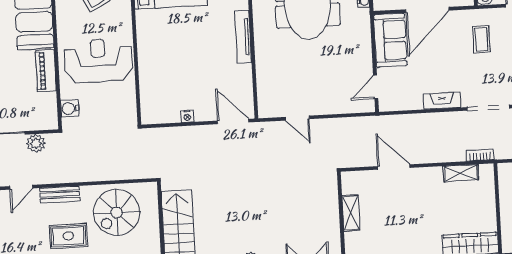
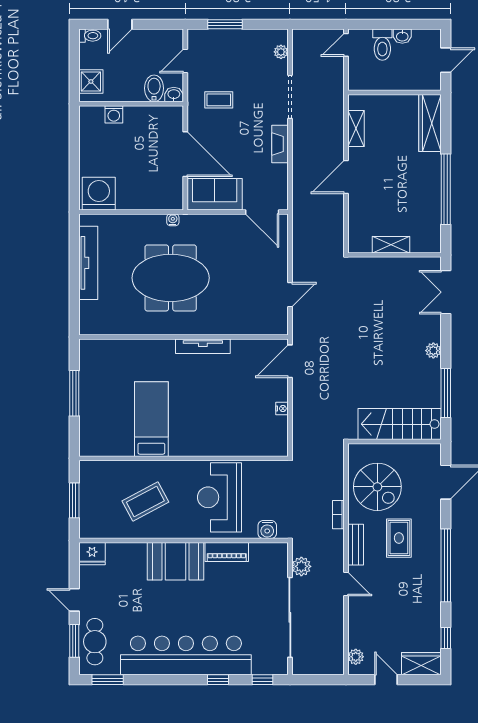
door: (376, 87) -> (262, 212), width x1.38
bookcase: (480, 155) -> (338, 515), moved
door: (394, 167) -> (346, 177), moved

